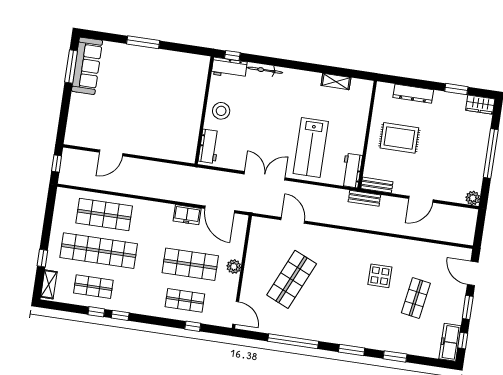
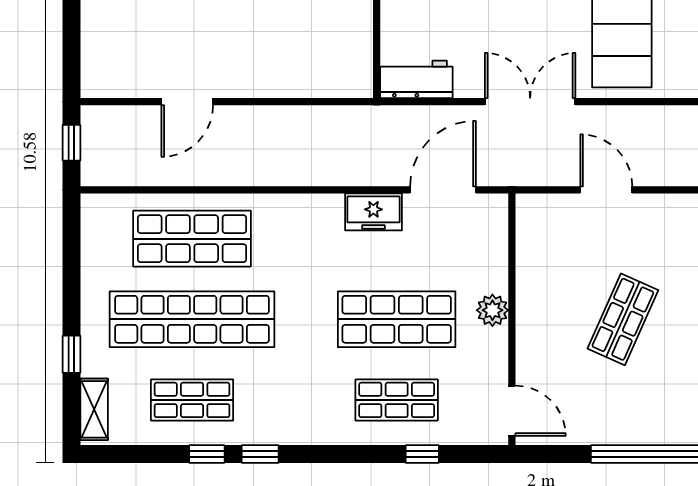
workbench: (209, 146) -> (416, 79), moved, turned -90
door: (220, 209) -> (443, 190), swing flipped
shop shelf: (292, 279) -> (623, 319), width x0.70, depth x0.74

